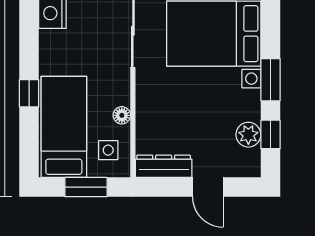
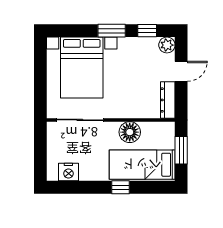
floor lamp: (122, 115) -> (130, 132), width x1.89, depth x1.89
plant: (248, 135) -> (167, 45), moved
side table: (108, 150) -> (157, 136), removed

